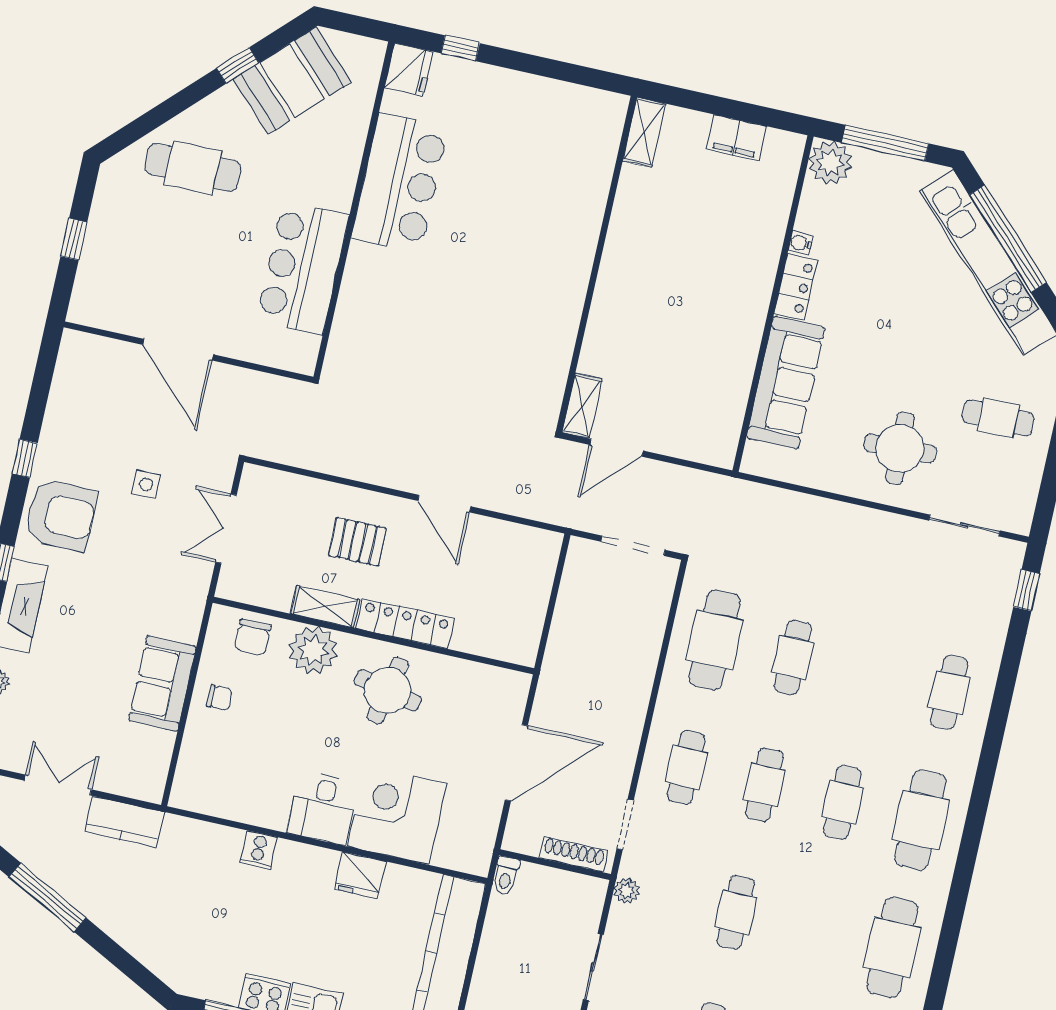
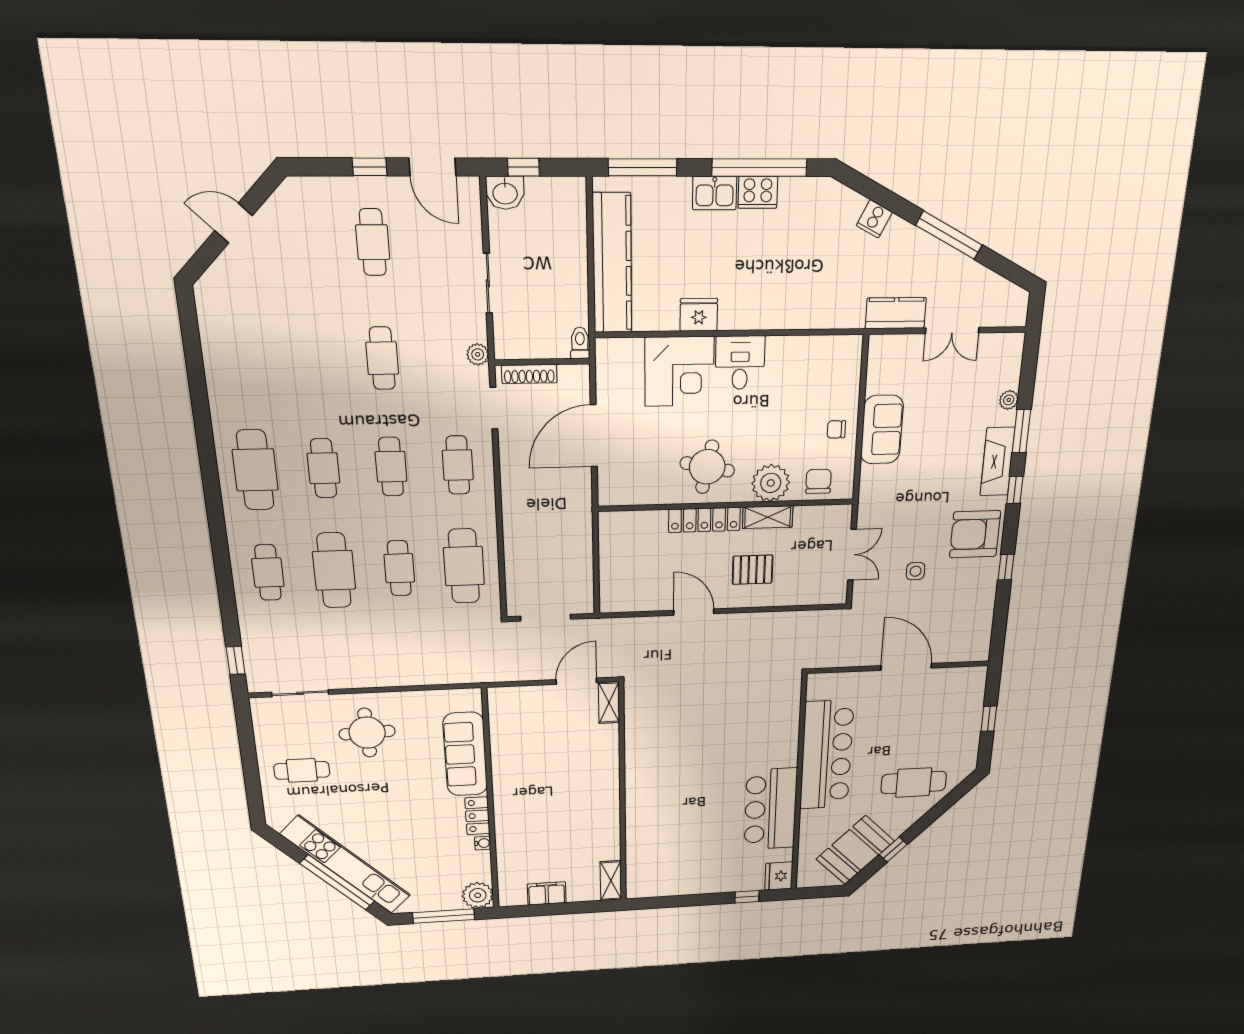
bar counter: (303, 268) -> (827, 755), width x1.36
cooker: (258, 850) -> (874, 219), moved, turned -153
cafe table: (892, 947) -> (334, 570), moved

